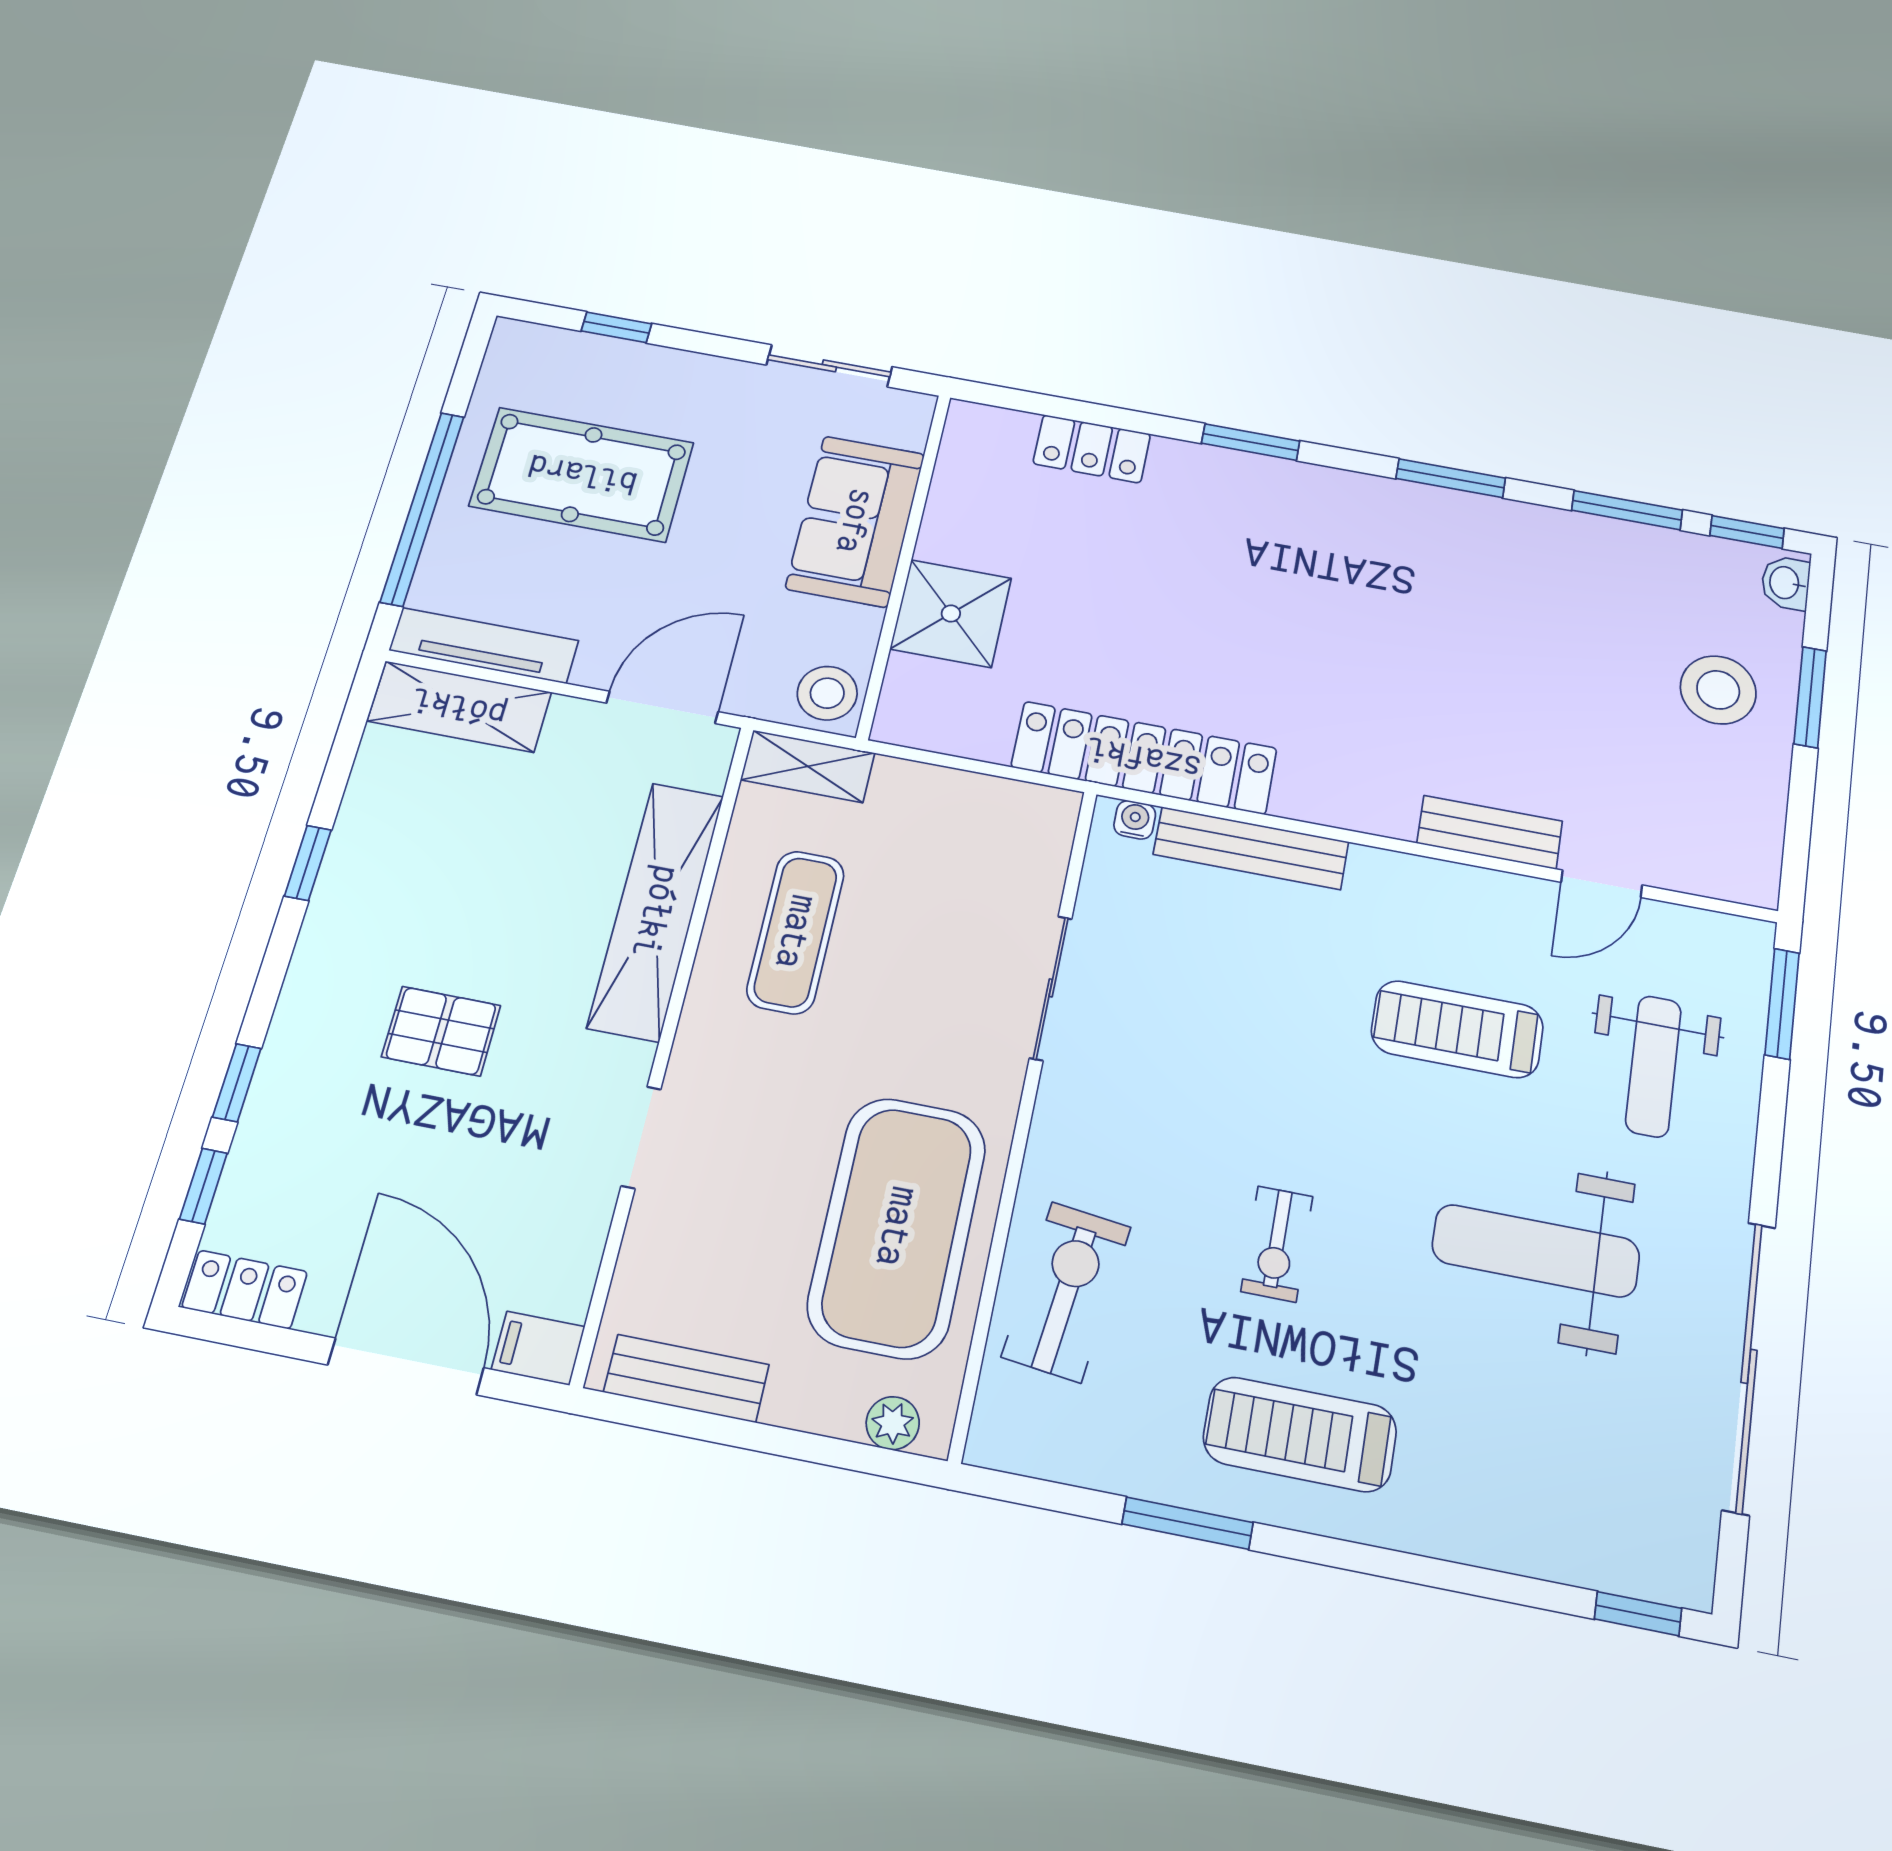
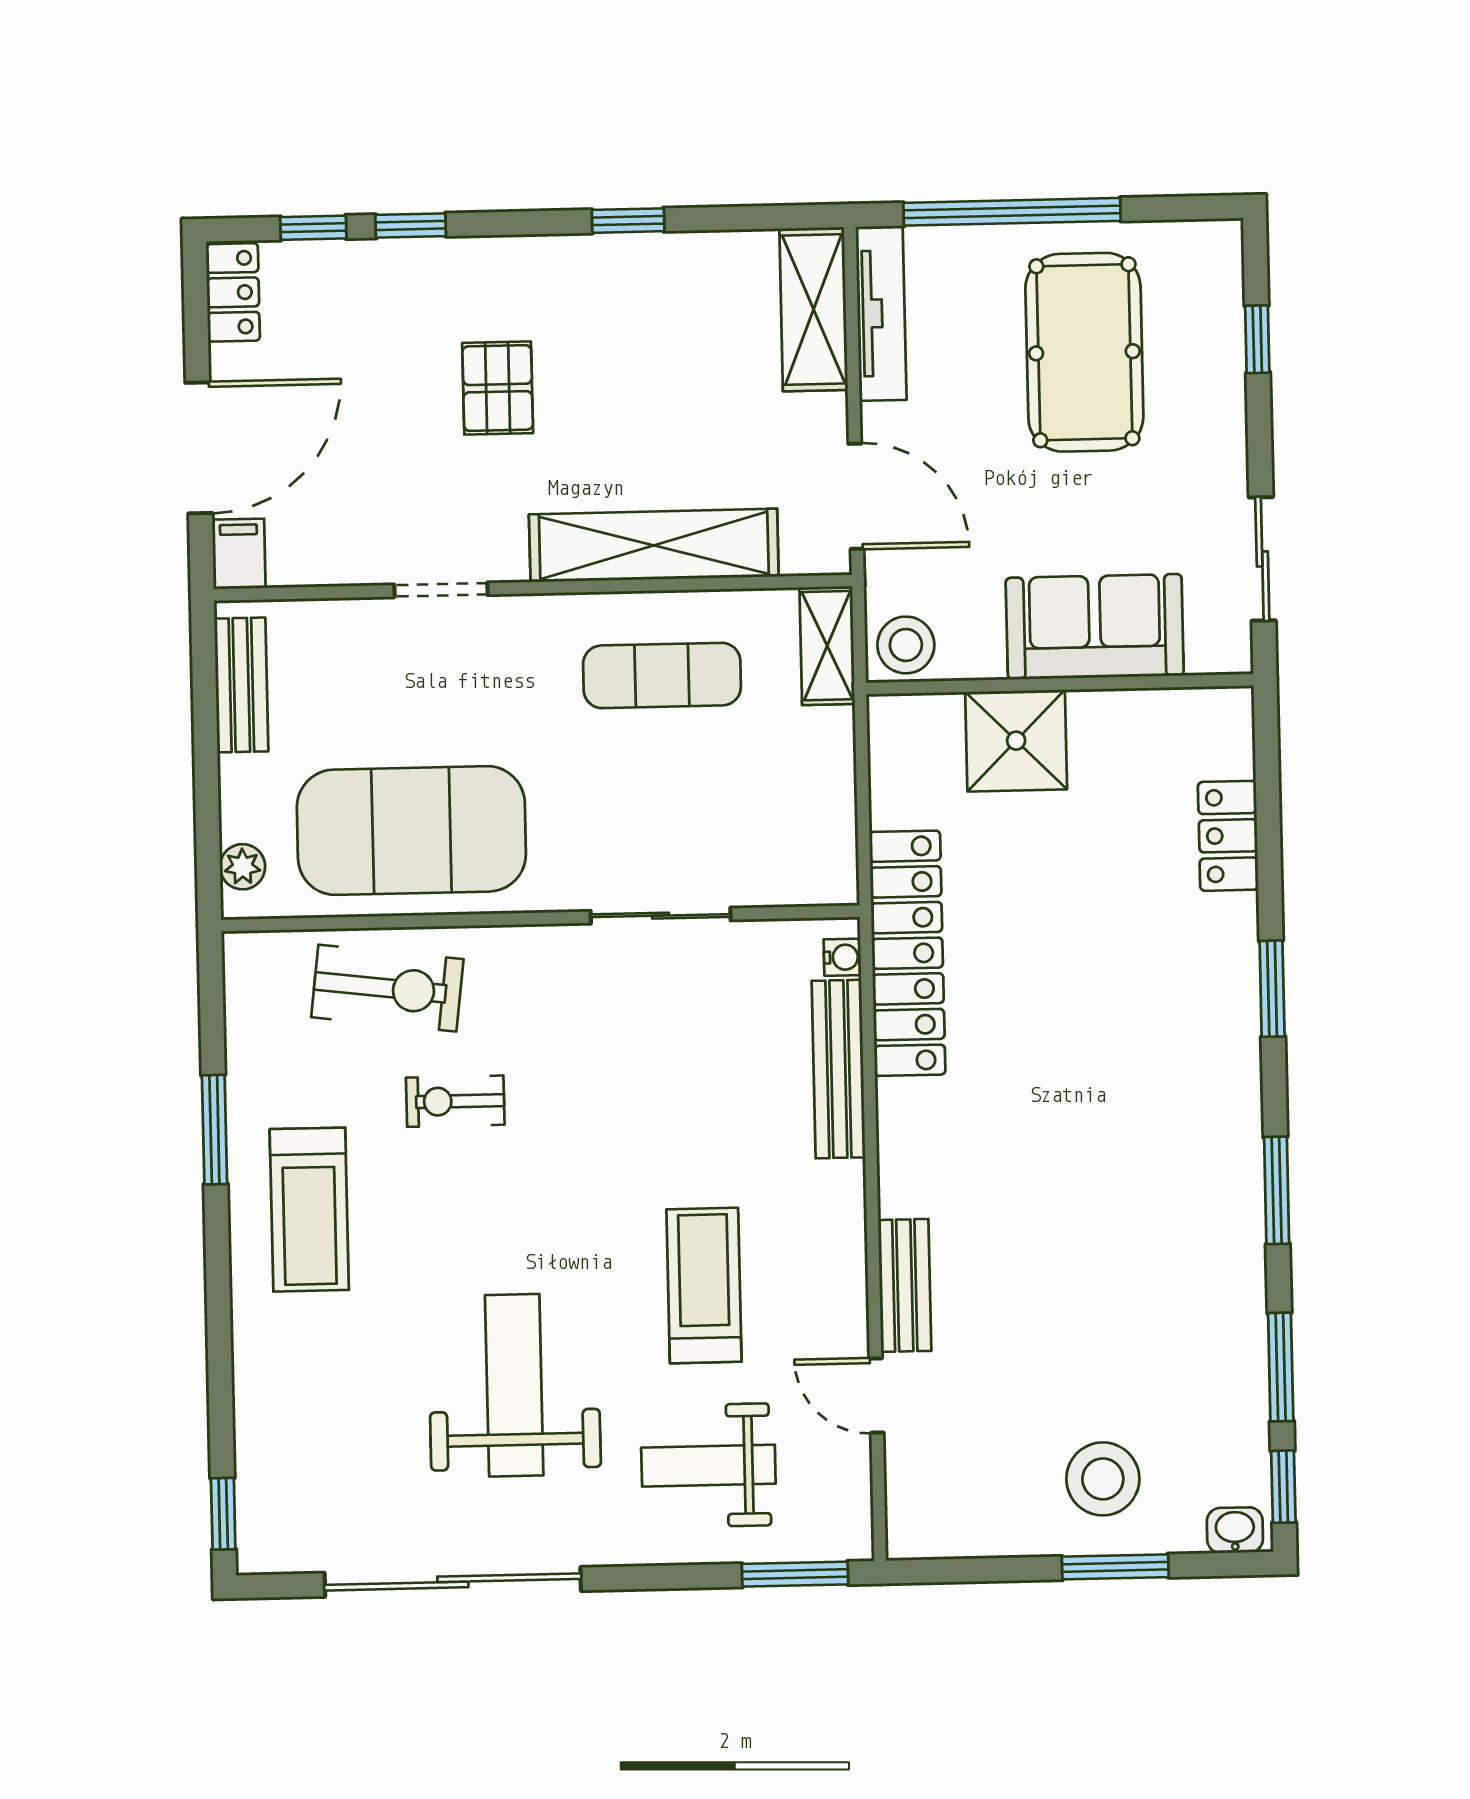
exercise bike: (1277, 1244) -> (455, 1101), moved
treadmill: (1300, 1434) -> (309, 1210), turned 180

